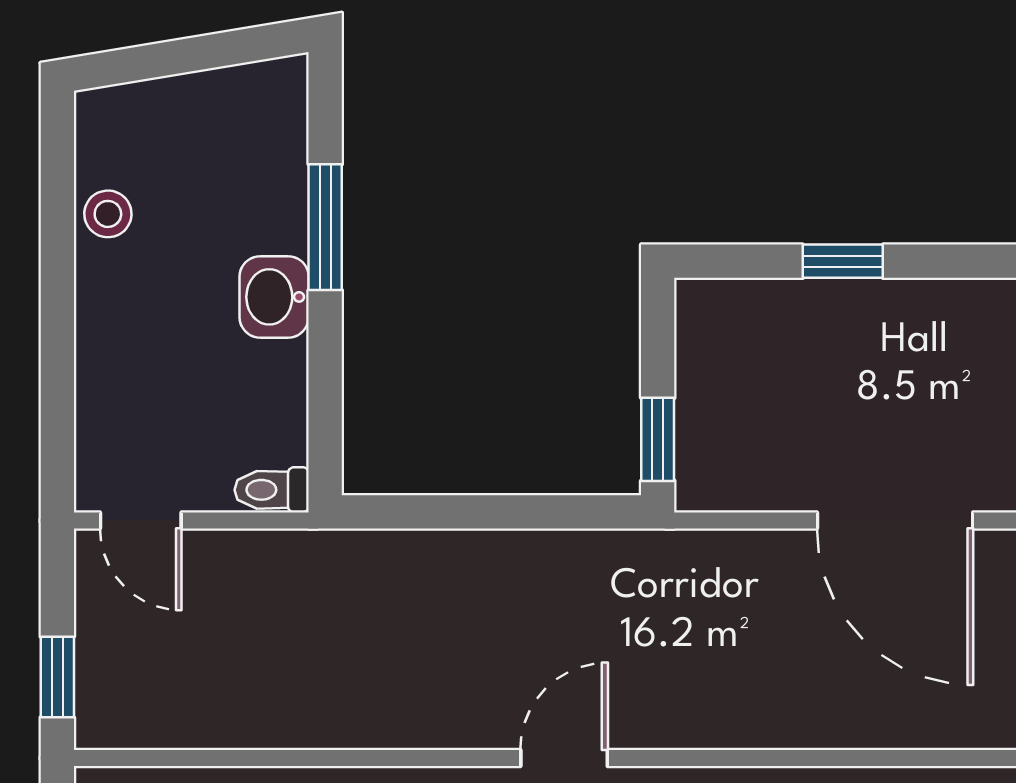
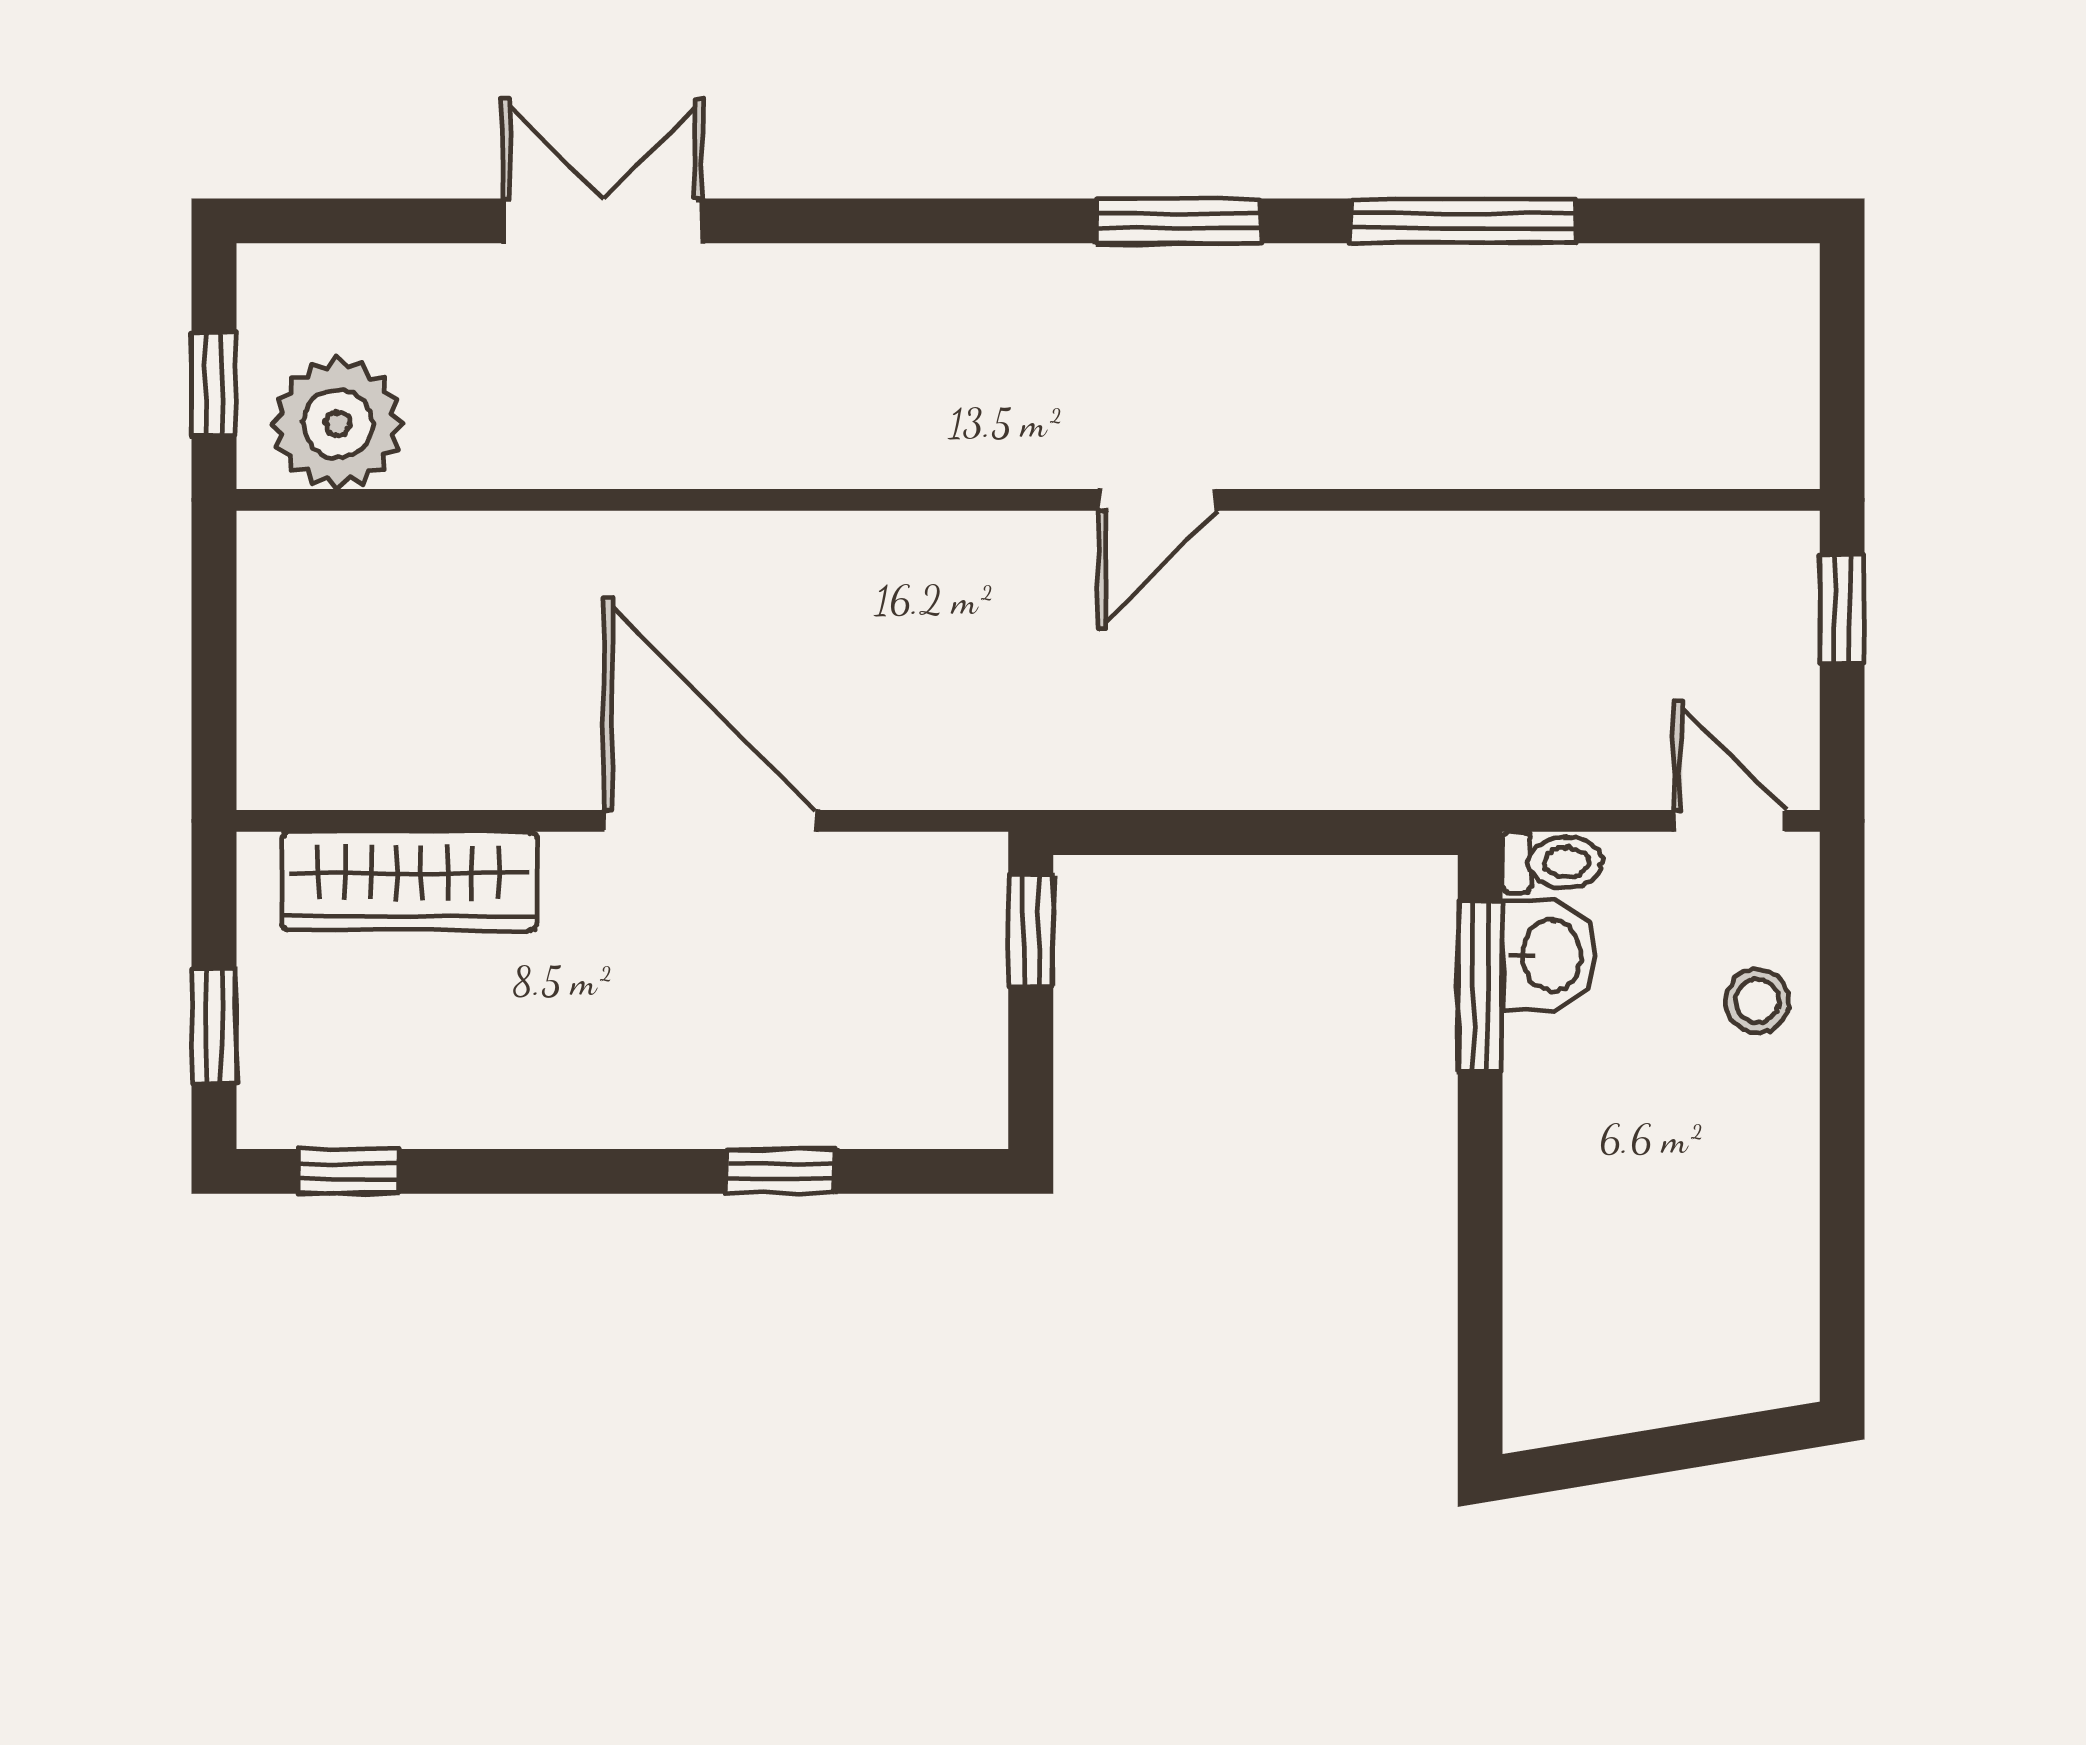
stool: (108, 214) -> (1758, 1001), moved
window: (325, 227) -> (1480, 986), moved
washbasin: (274, 297) -> (1549, 955), moved

